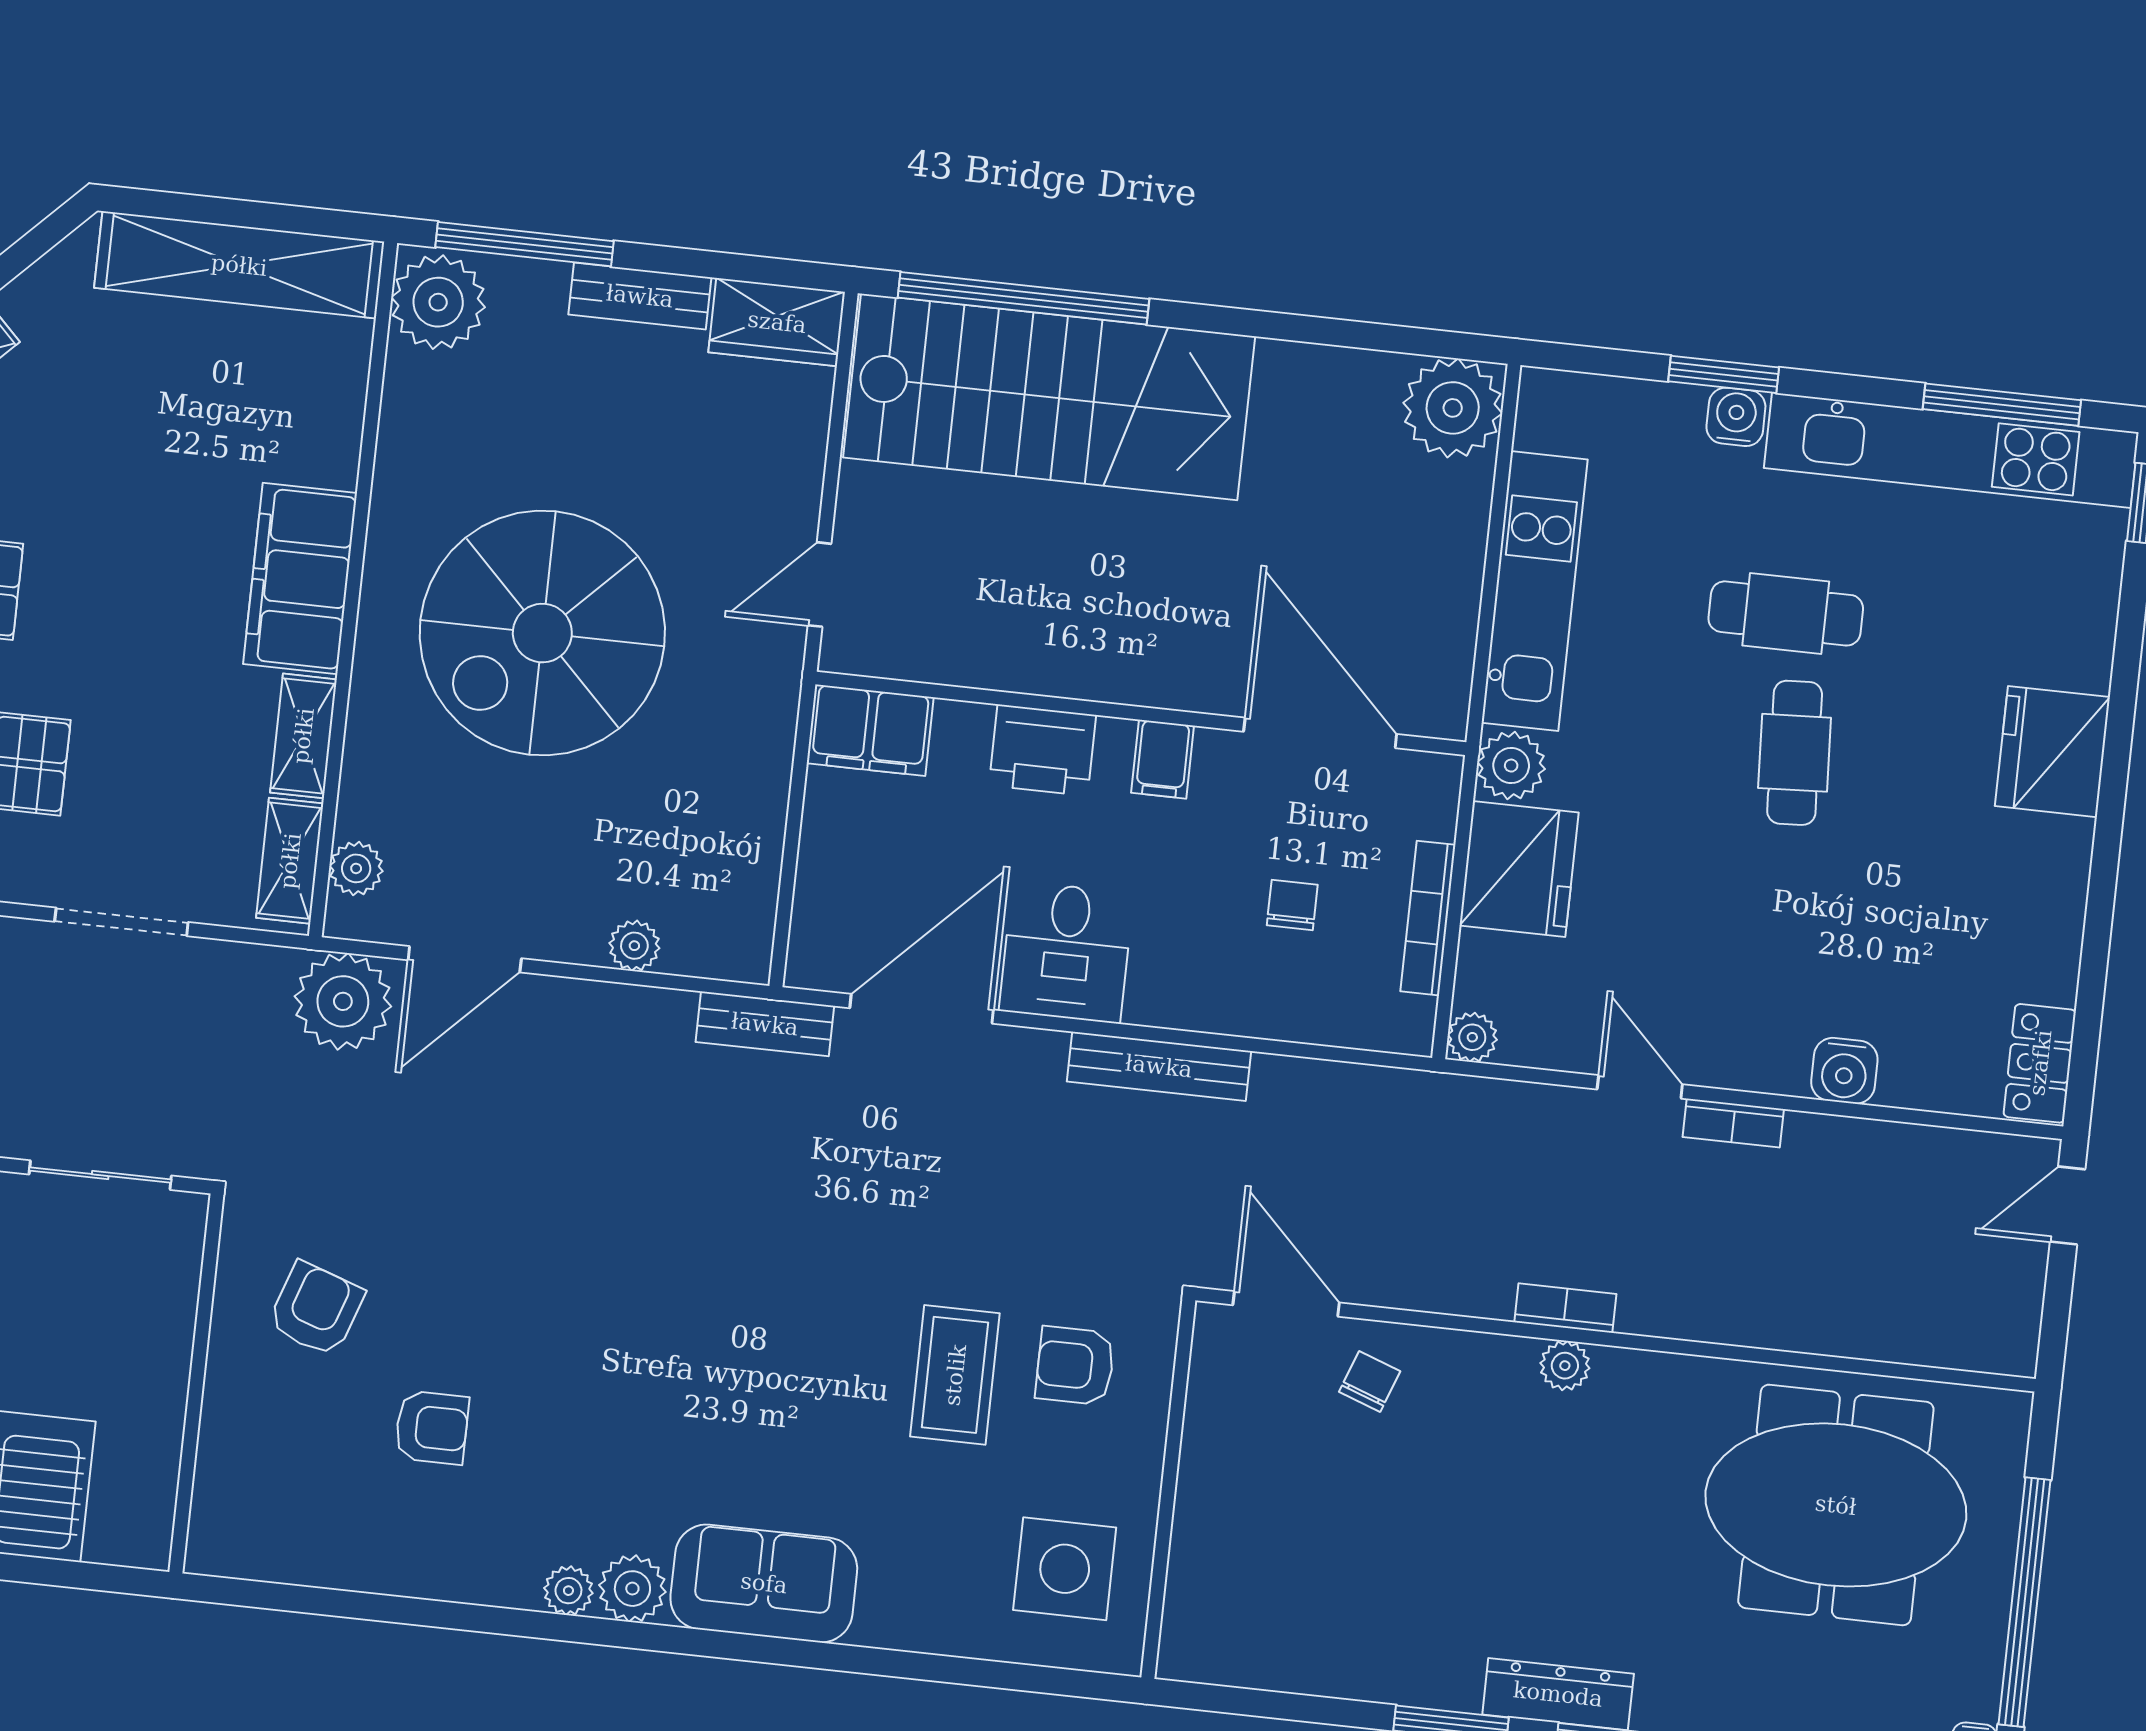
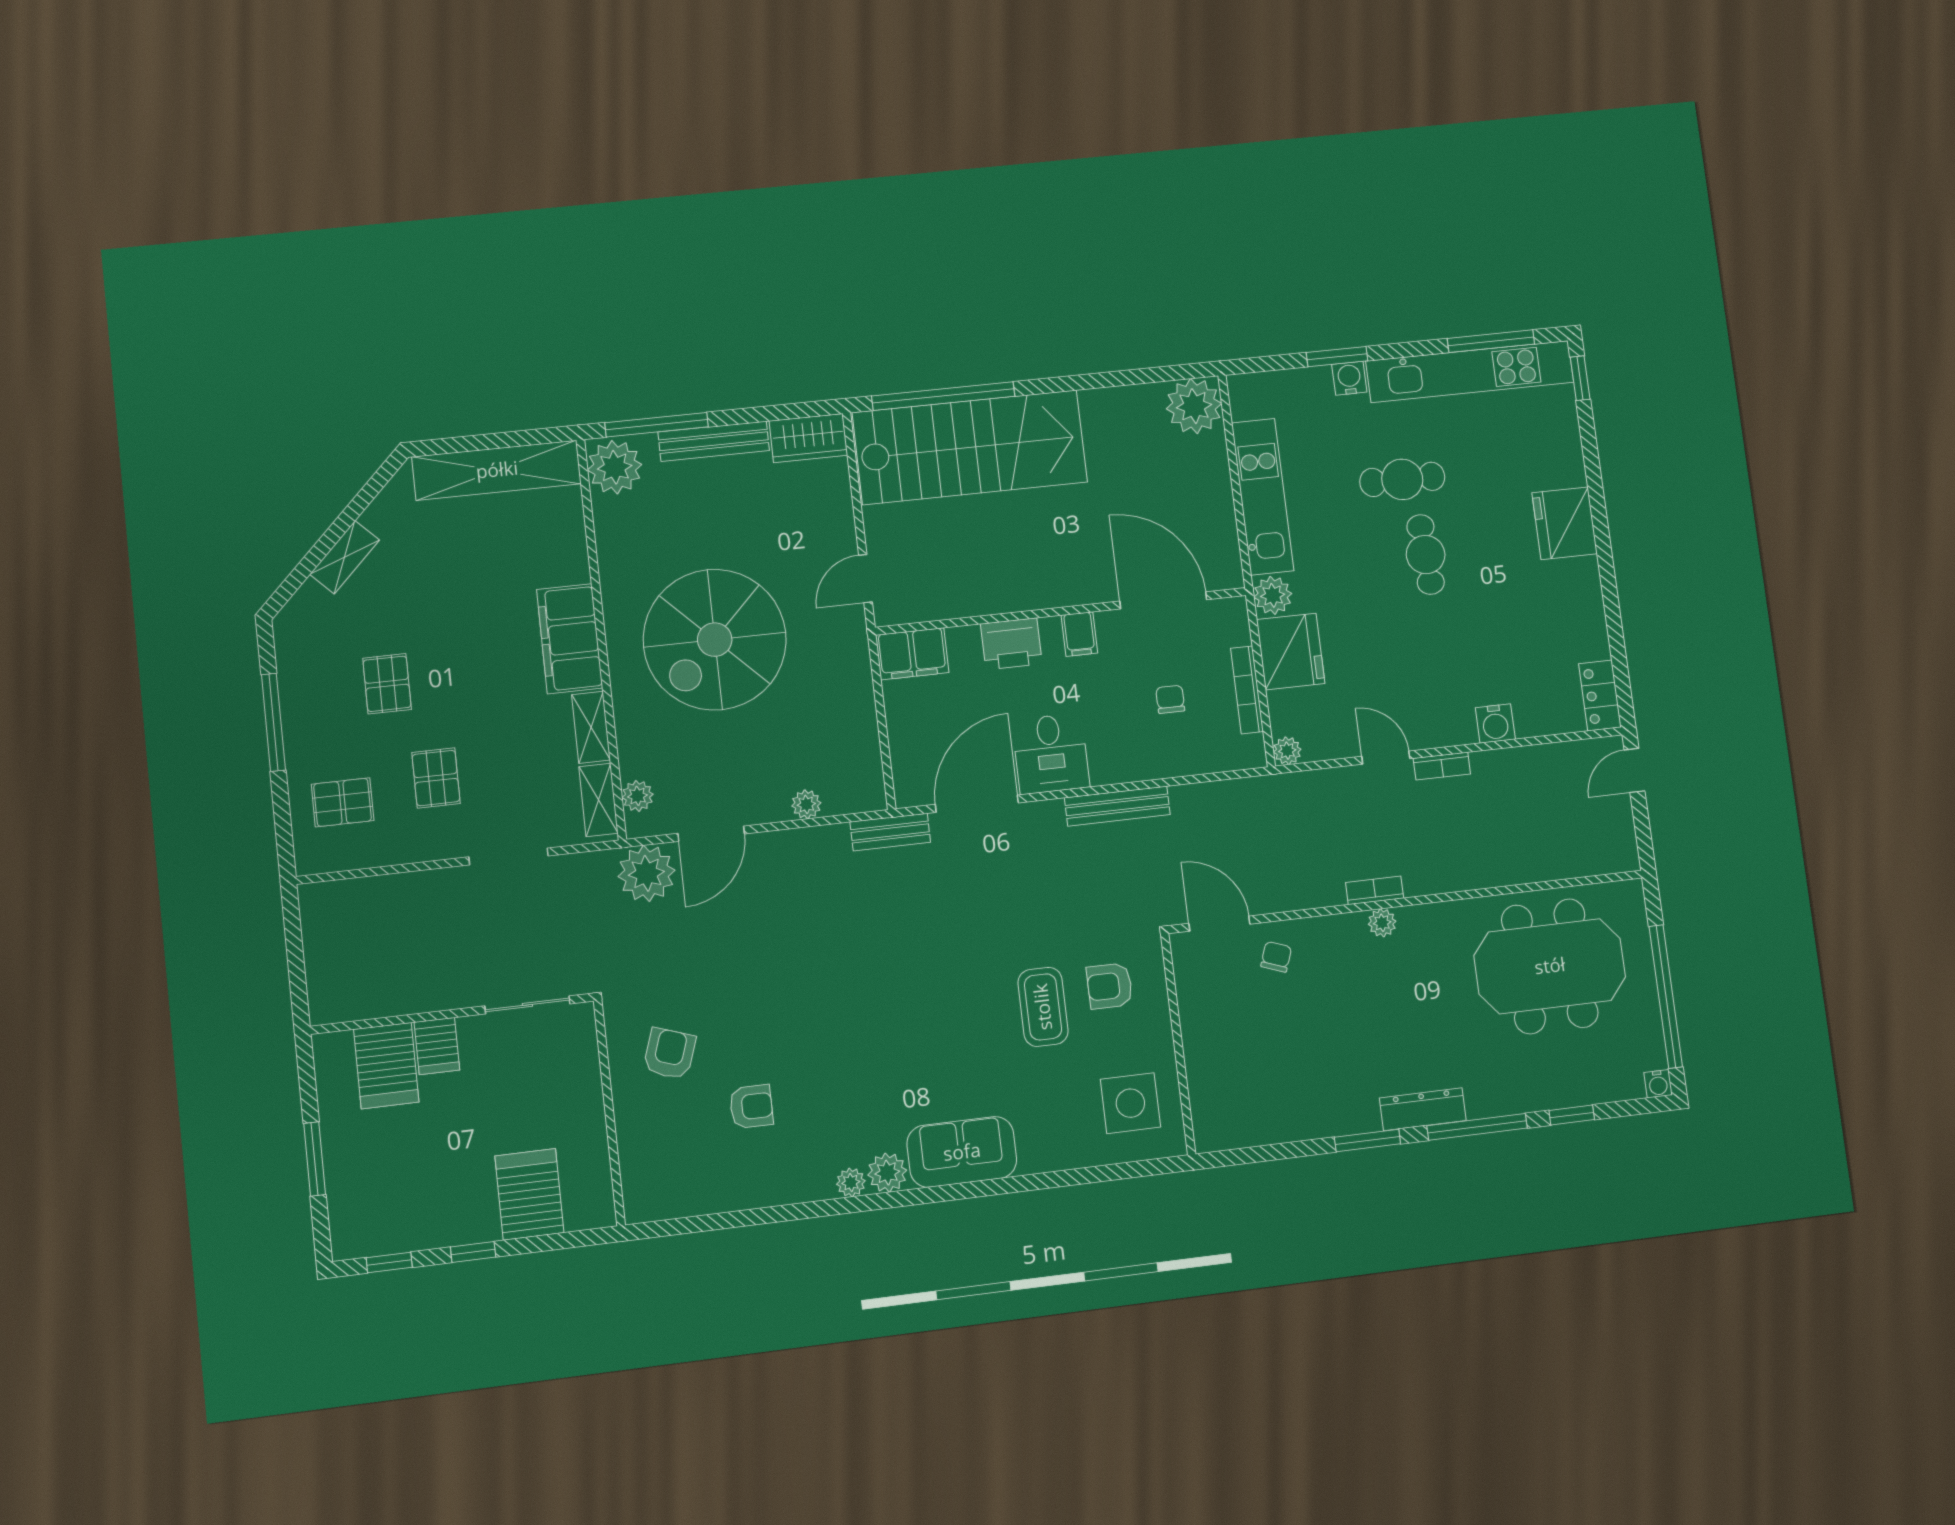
bench: (640, 296) -> (714, 441), width x1.36

